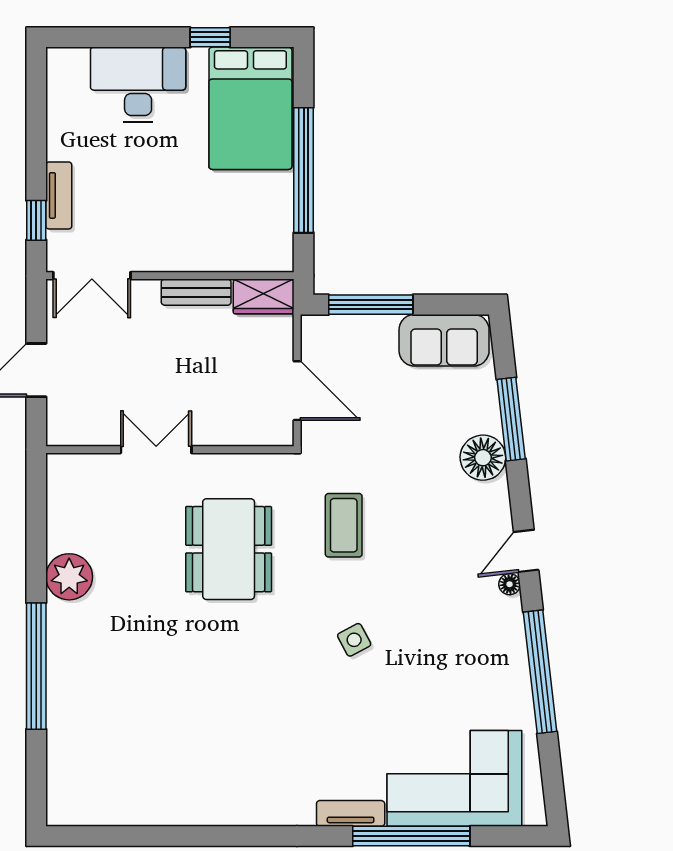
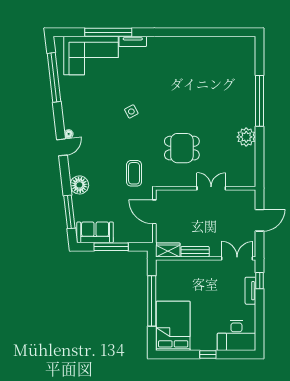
window: (210, 37) -> (208, 354), moved
desk: (138, 84) -> (236, 336), moved
window: (371, 305) -> (111, 247), moved
window: (511, 419) -> (69, 212), moved
double door: (156, 450) -> (211, 188), swing flipped
coffee table: (344, 525) -> (134, 173), moved
dining table: (229, 549) -> (182, 148), width x0.73
window: (540, 672) -> (54, 77), moved

